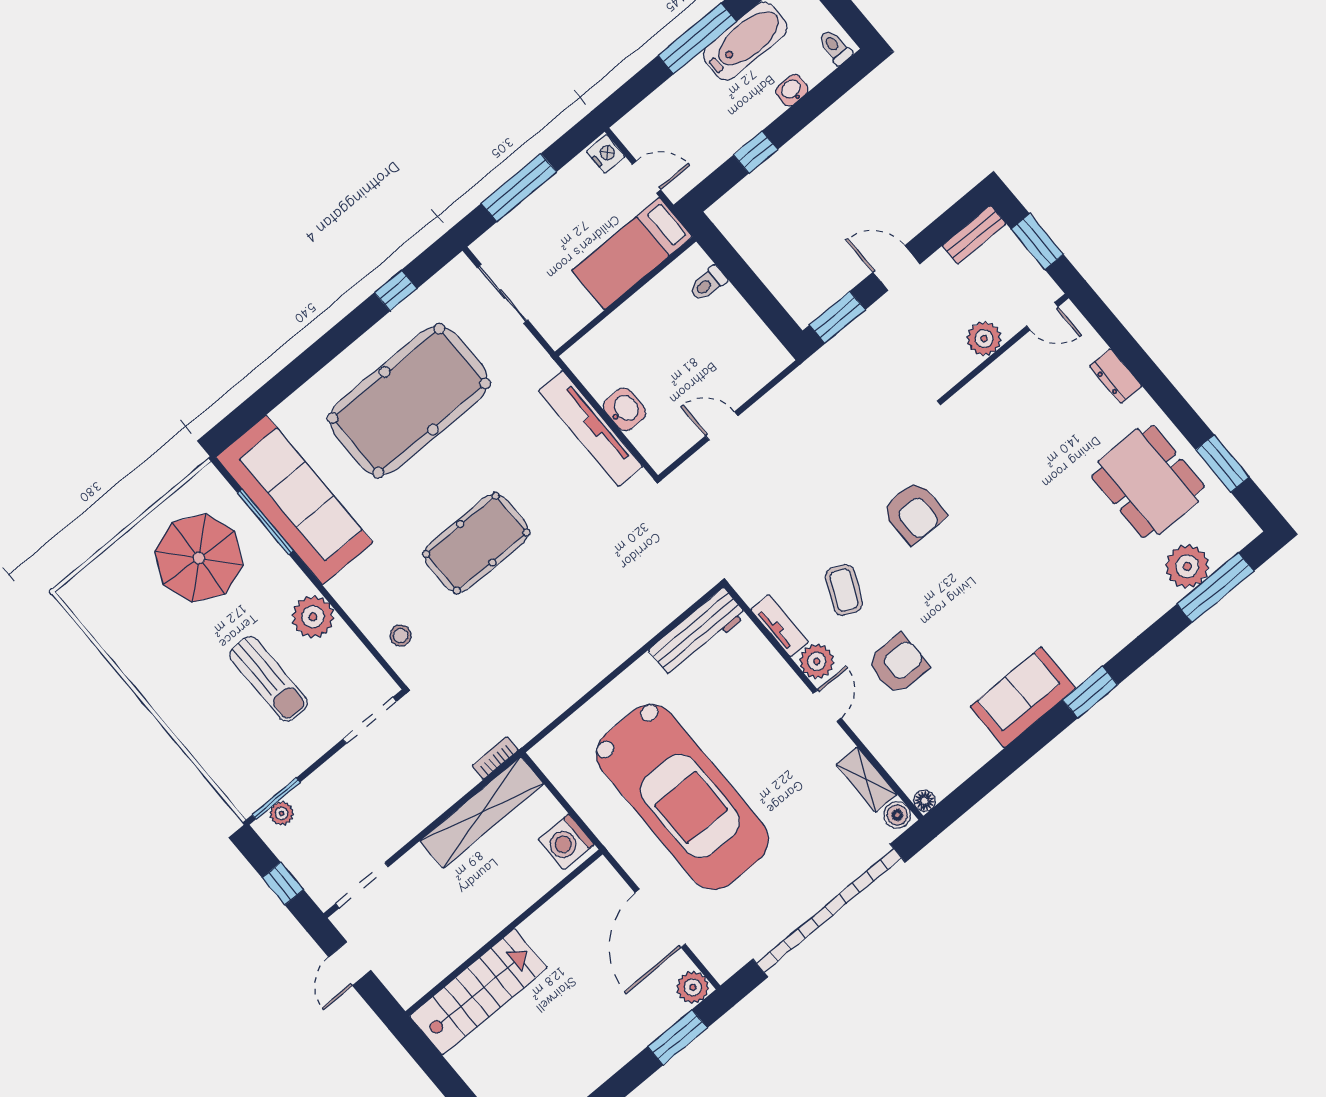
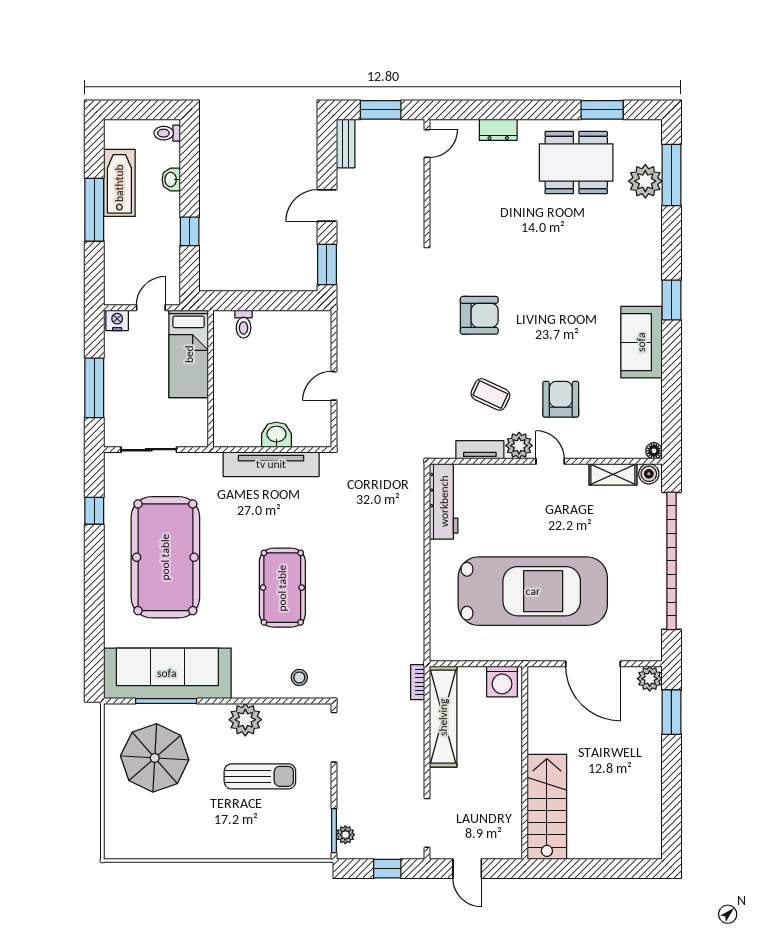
plant: (984, 339) -> (412, 189), removed

